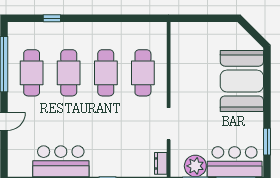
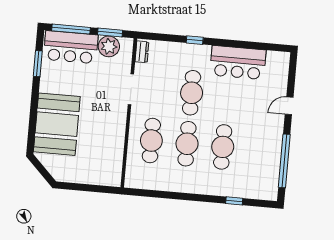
cafe table: (32, 73) -> (192, 93), moved

